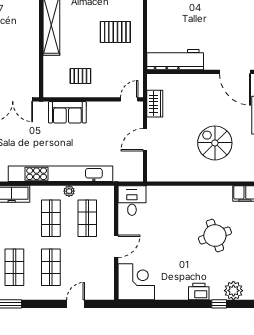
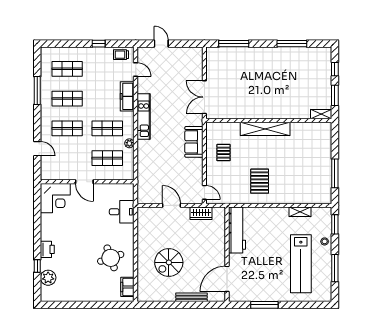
spiral stairs: (215, 143) -> (169, 262), turned 180
kitchen unit: (60, 174) -> (144, 117), width x0.54
desk: (132, 201) -> (122, 212), moved
round table: (215, 235) -> (111, 258), moved

